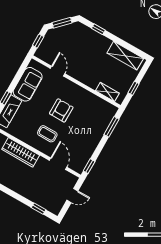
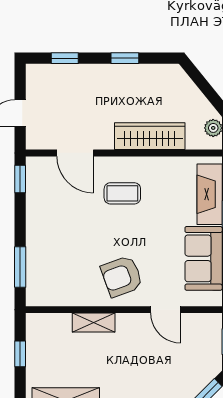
shelving: (107, 92) -> (94, 323), moved
armchair: (61, 110) -> (122, 276), moved, turned 70
window: (12, 193) -> (125, 58), added

